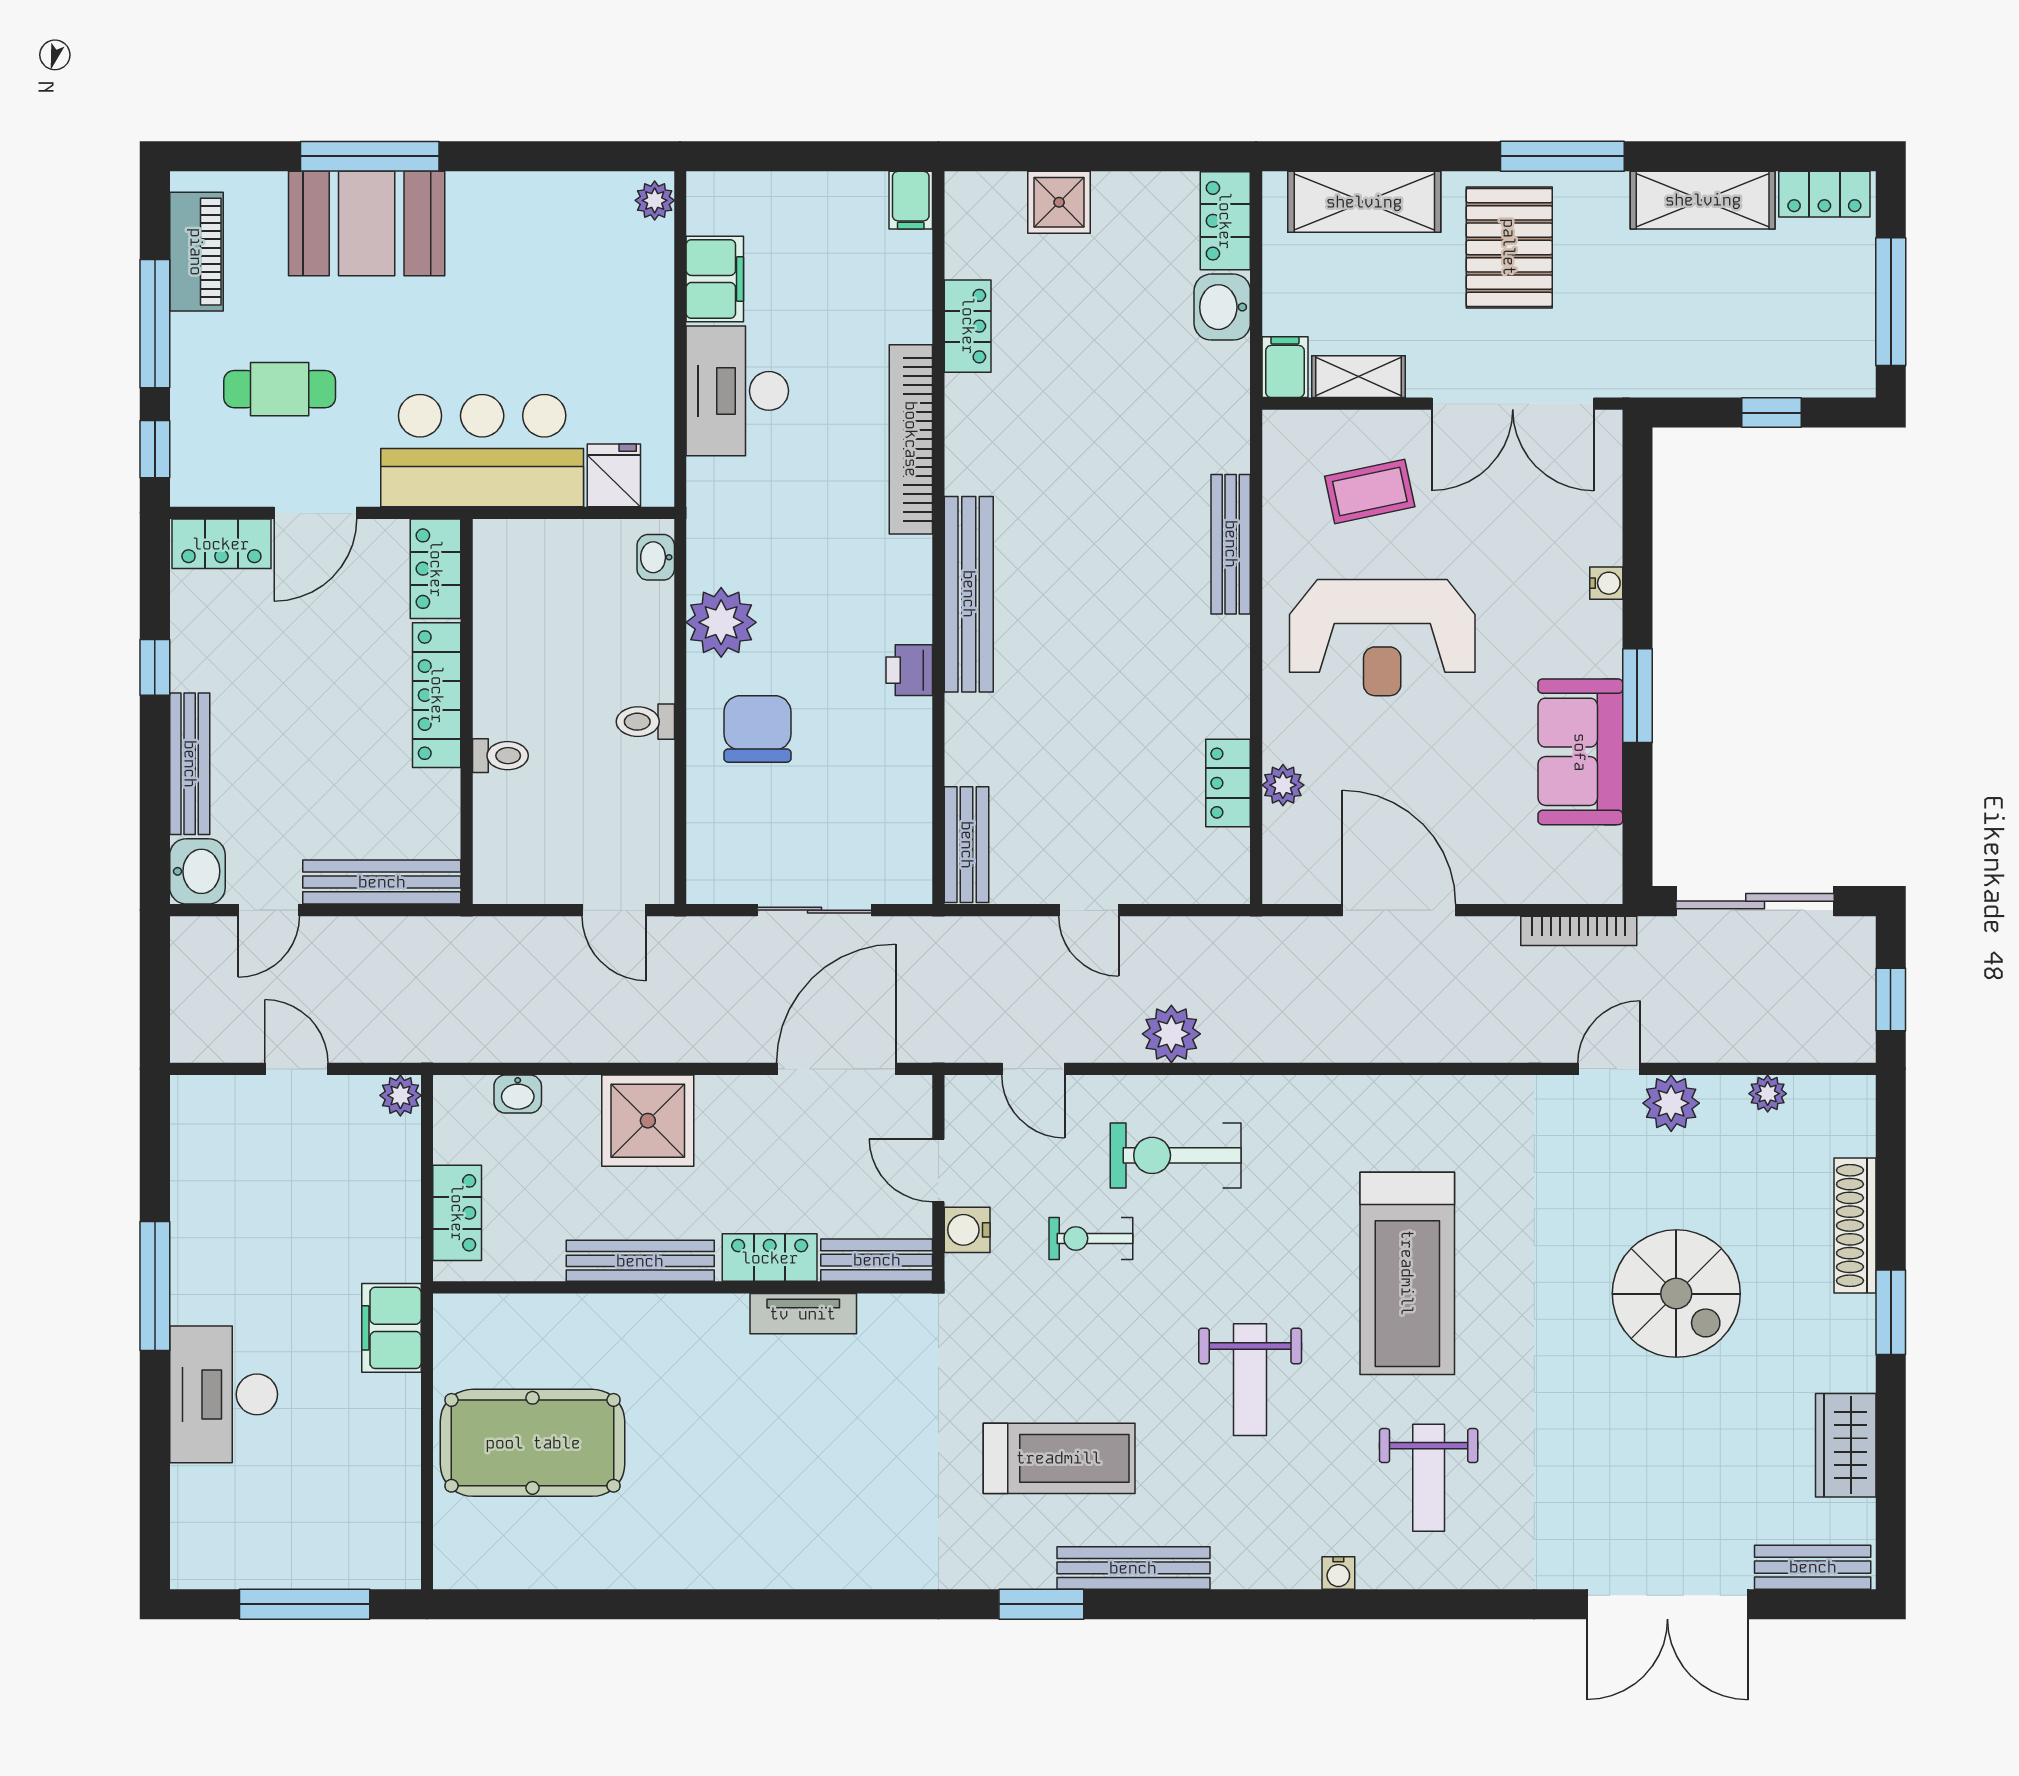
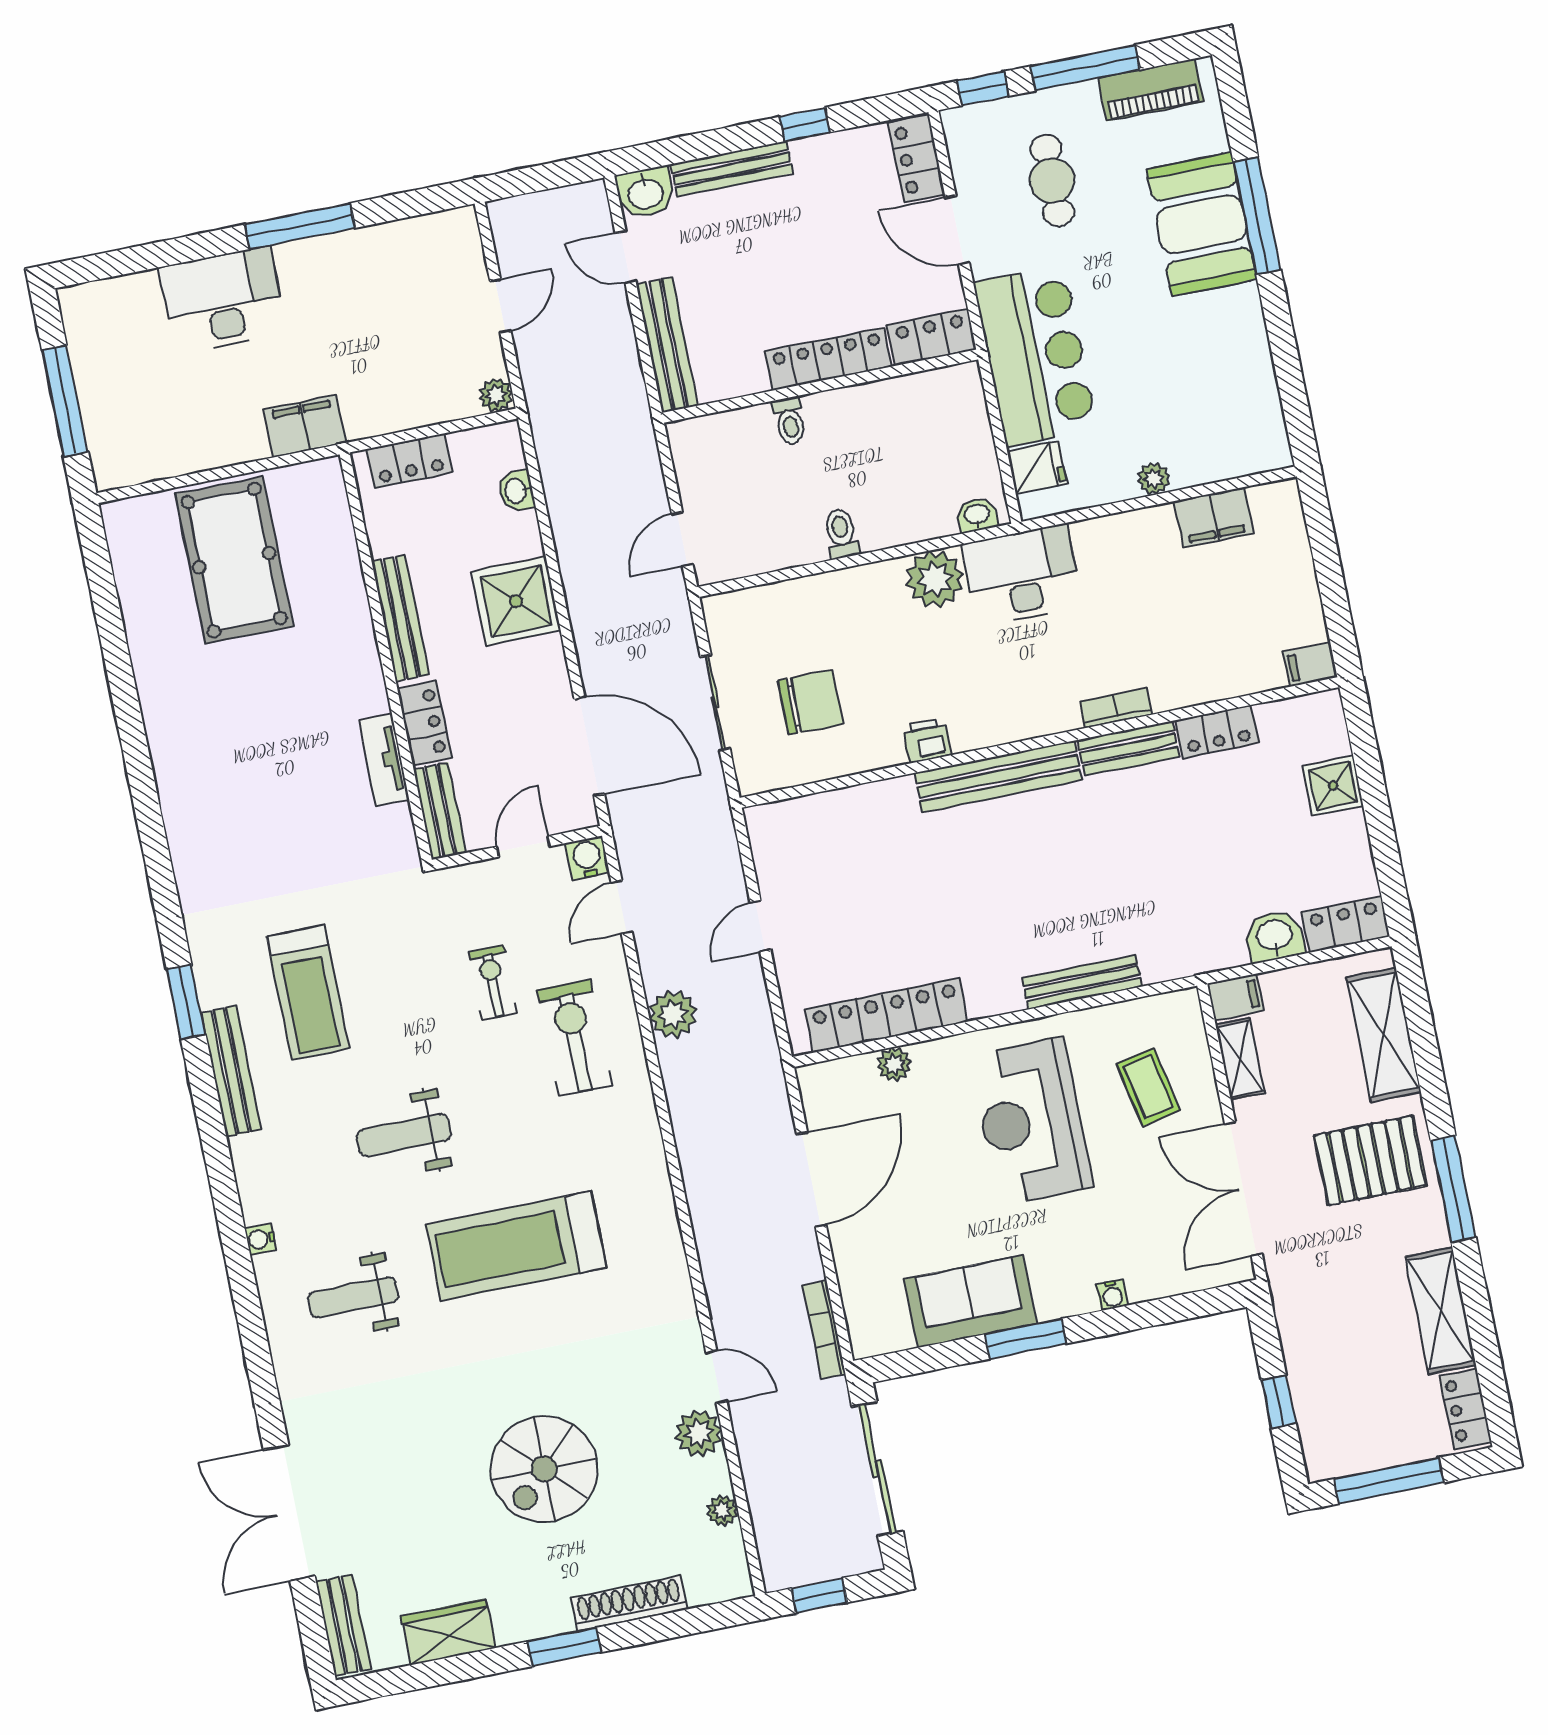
plant: (655, 200) -> (1154, 478), moved
desk: (737, 391) -> (1022, 575), moved
bookcase: (911, 439) -> (1116, 708), width x0.43, depth x0.76
chair: (757, 729) -> (810, 702), moved
locker: (1228, 783) -> (886, 1015), width x2.16, depth x1.21
bench: (967, 845) -> (1128, 748), moved
water cooler: (967, 1230) -> (587, 858), moved

